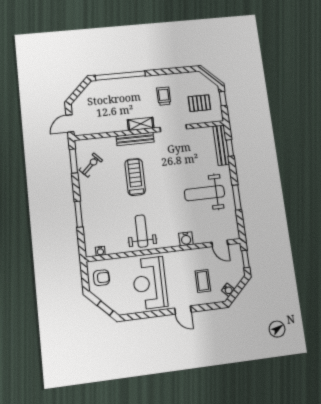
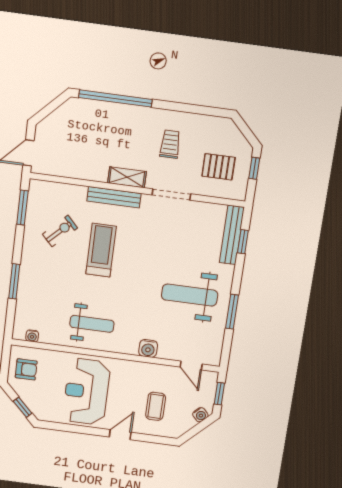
exercise bike: (91, 165) -> (60, 231), moved
weight bench: (141, 231) -> (92, 324), turned 90
water cooler: (228, 290) -> (200, 415), moved
door: (183, 310) -> (120, 435), swing flipped

